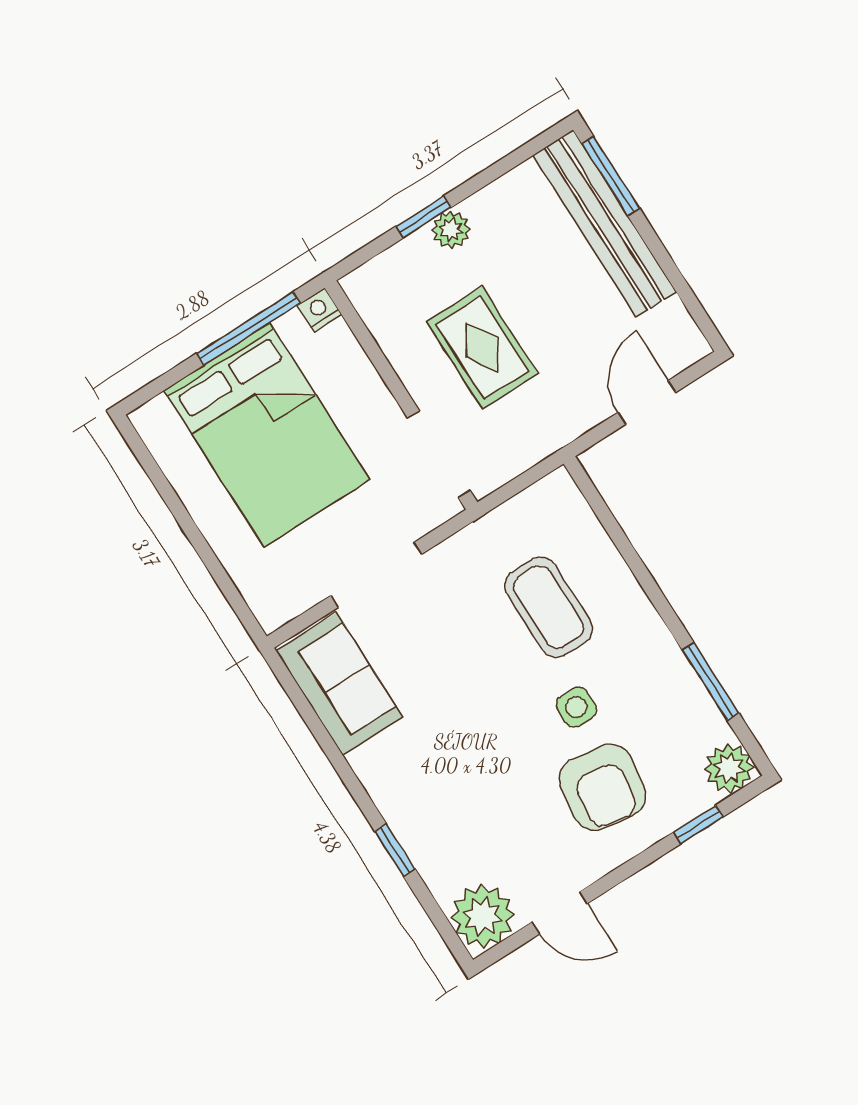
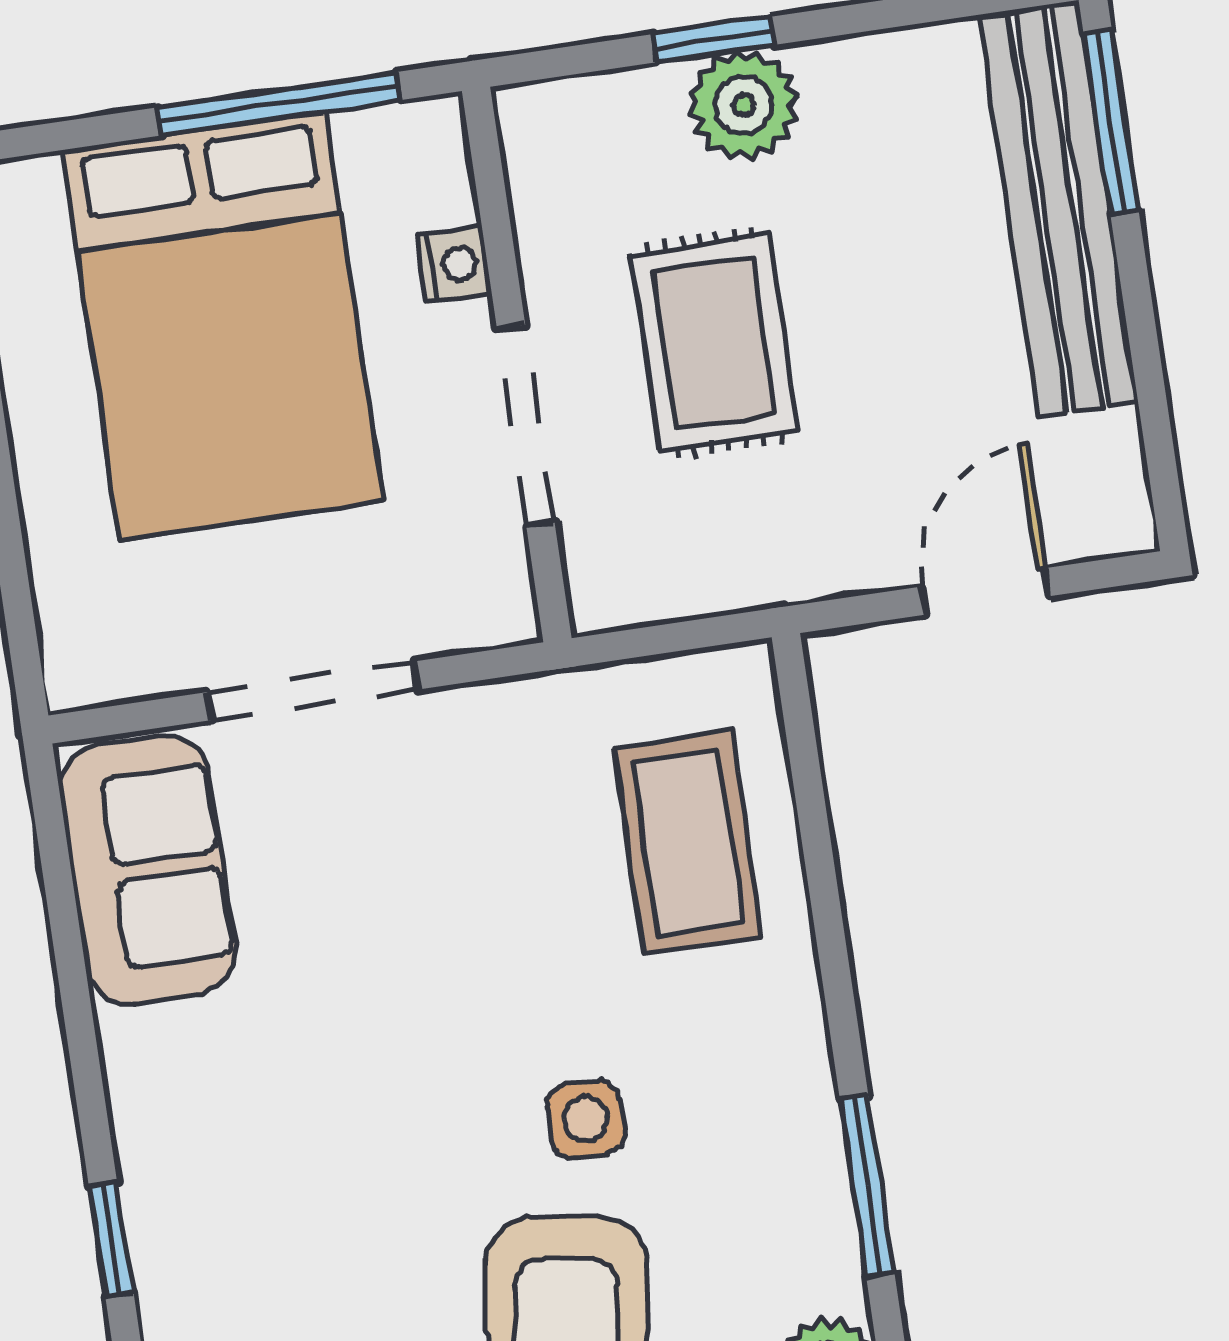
plant: (451, 230) -> (743, 105), width x1.38, depth x1.38
nightstand: (319, 310) -> (454, 264), moved, turned 90
doorway: (439, 454) -> (526, 425), moved
coffee table: (548, 607) -> (688, 843), moved

